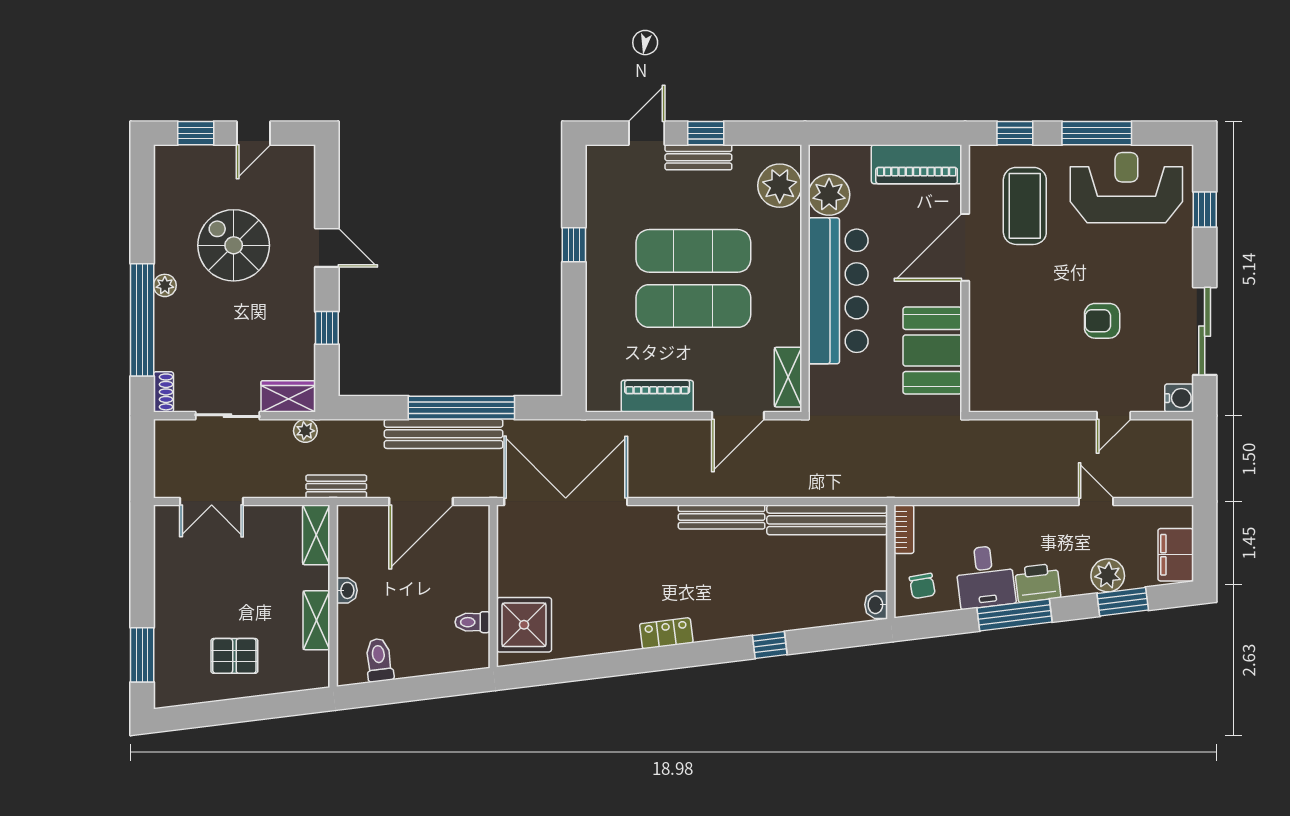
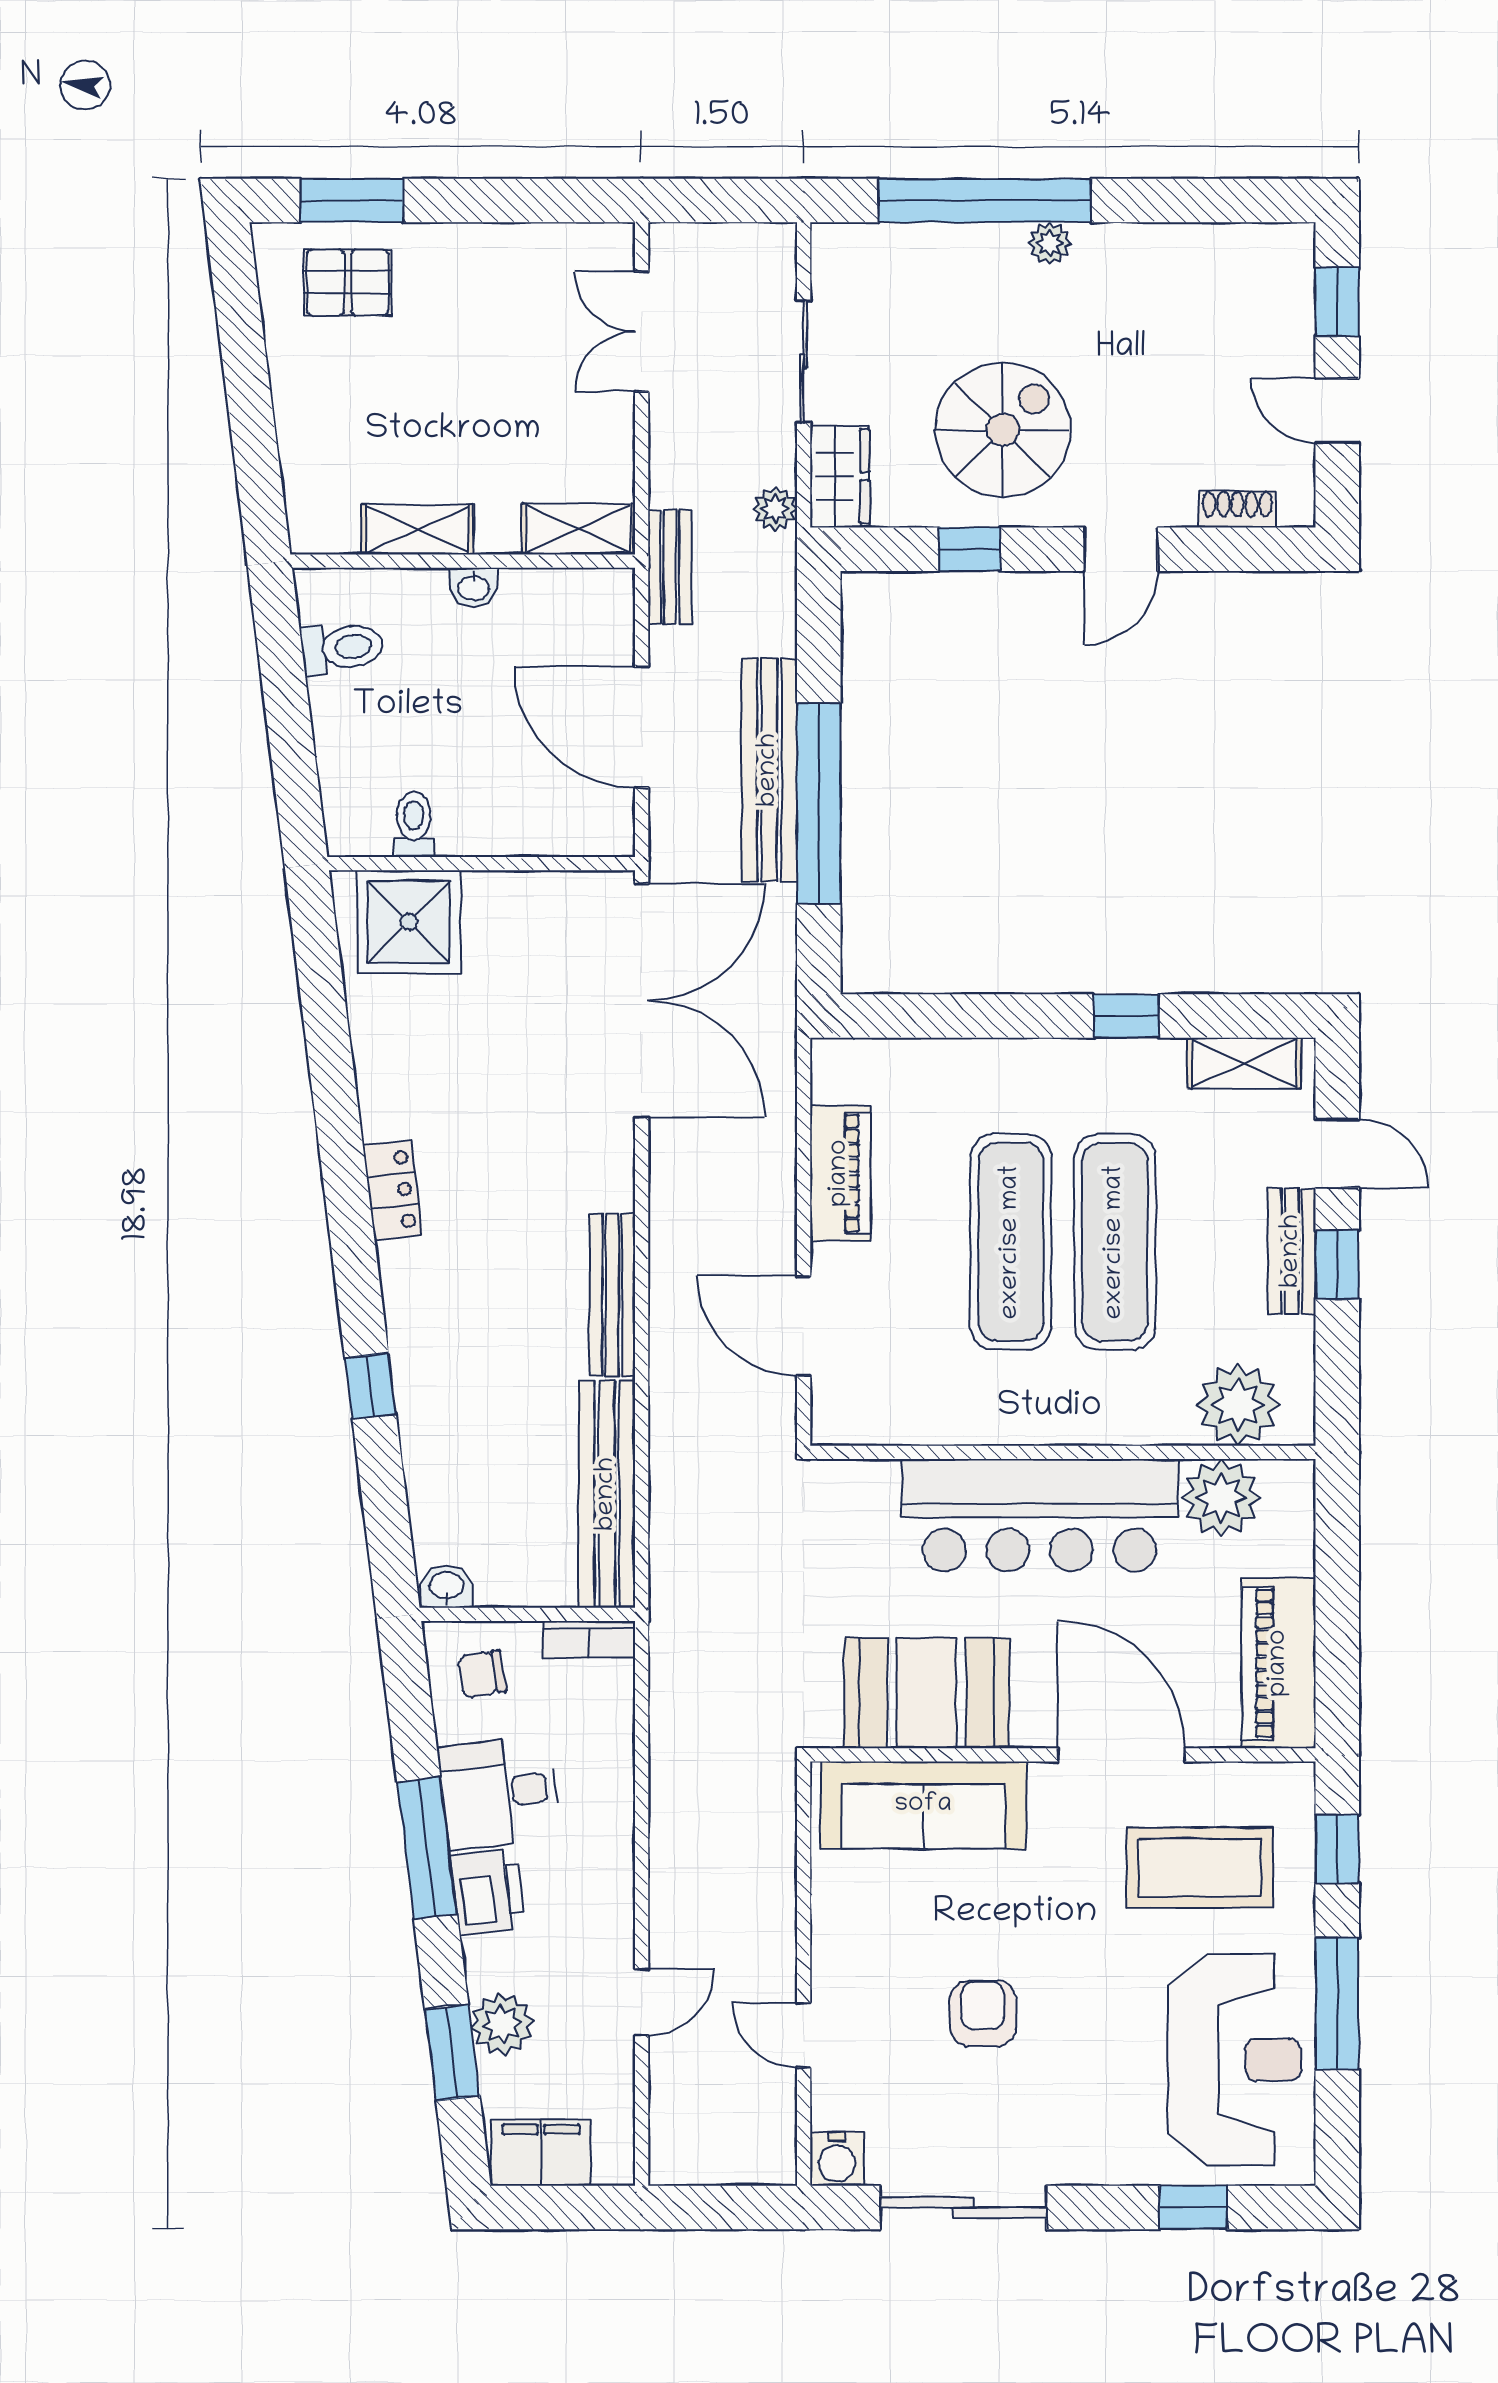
spiral stairs: (234, 245) -> (1003, 430), moved
sofa: (992, 352) -> (923, 1805), added
shelving: (788, 377) -> (1244, 1063), moved
shoe rack: (163, 392) -> (1237, 509), moved, turned 180
pallet: (234, 656) -> (348, 282), moved, turned 90

